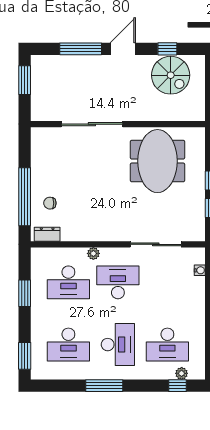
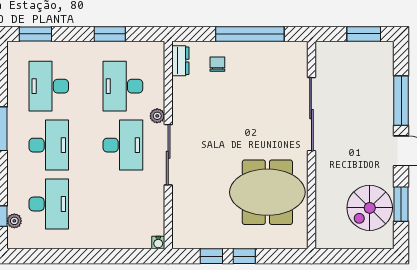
window: (167, 49) -> (401, 204), width x1.50
window: (25, 197) -> (250, 34), moved
sliding door: (156, 244) -> (168, 155), moved
water cooler: (200, 270) -> (158, 243), moved
desk: (118, 345) -> (49, 145), turned -90
desk: (167, 345) -> (49, 204), turned 180

